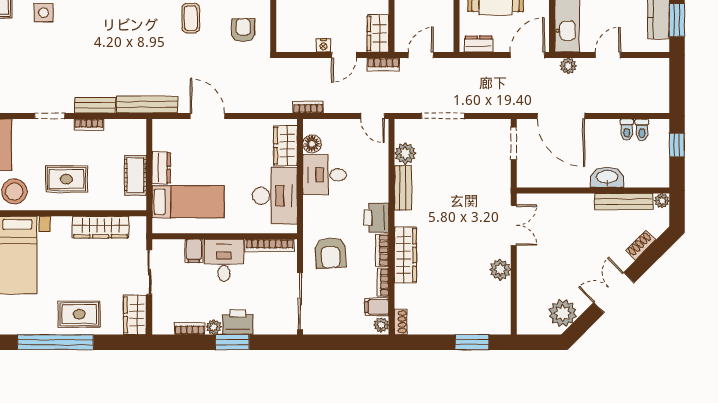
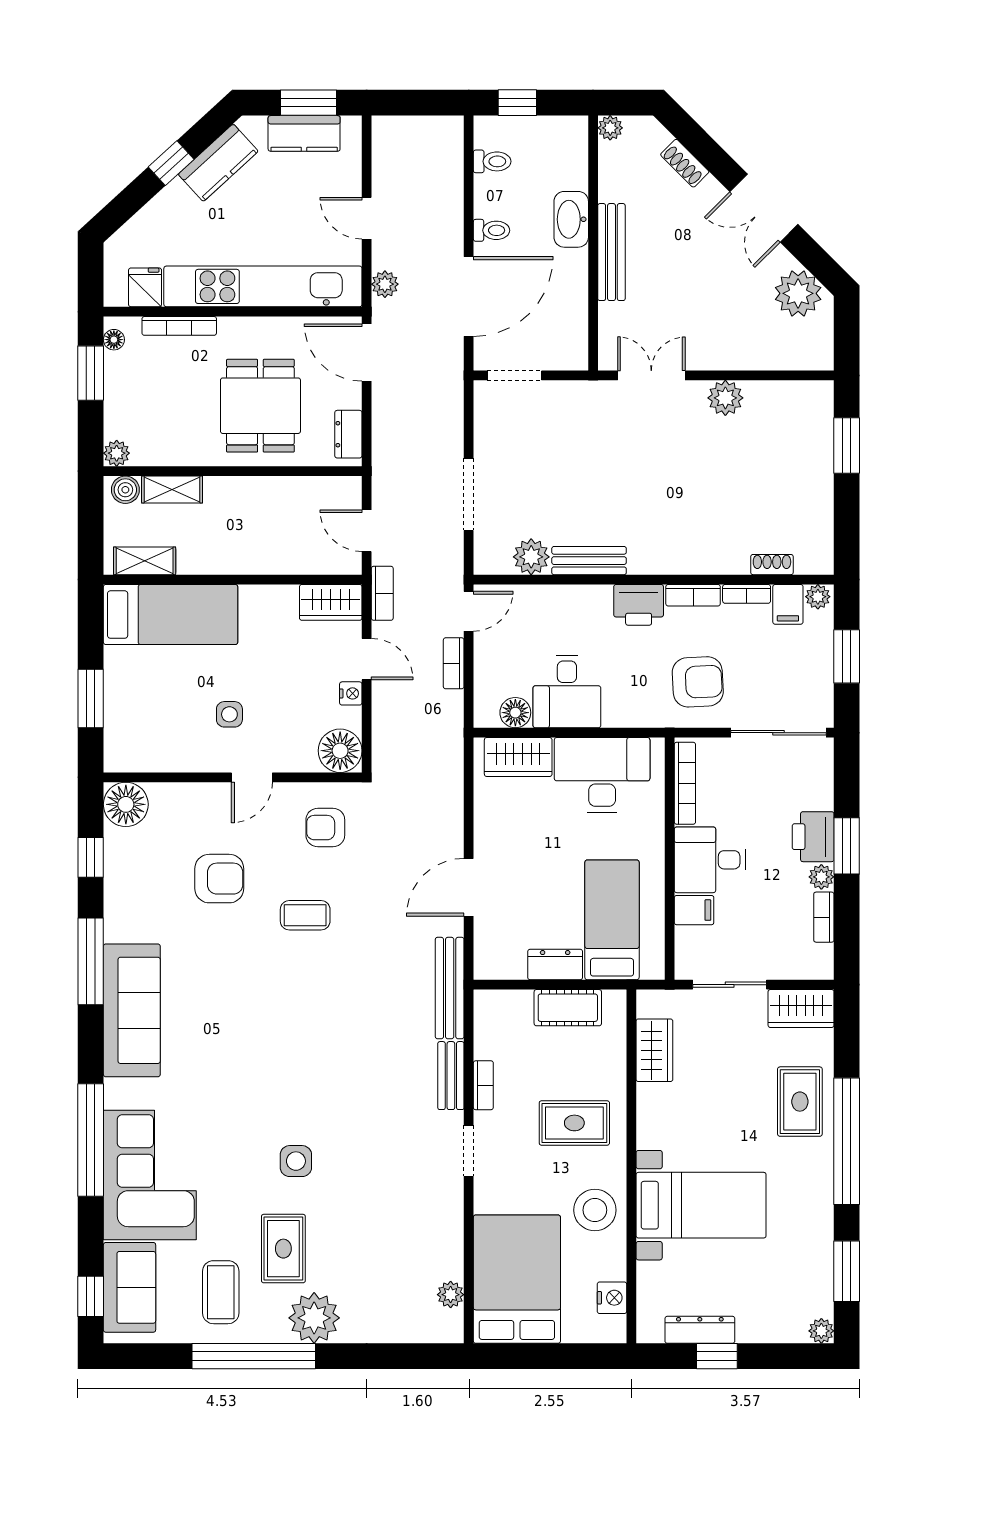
floor lamp: (289, 39) -> (340, 751), added
bookcase: (308, 107) -> (454, 663), moved
toilet: (627, 130) -> (492, 230), moved
rug: (66, 179) -> (574, 1123), turned 90
bench: (624, 201) -> (611, 252), moved
wardrobe: (101, 227) -> (654, 1050), width x0.67
wardrobe: (405, 255) -> (701, 557), removed
shoe rack: (401, 322) -> (772, 565), moved
window: (346, 342) -> (847, 656), added

